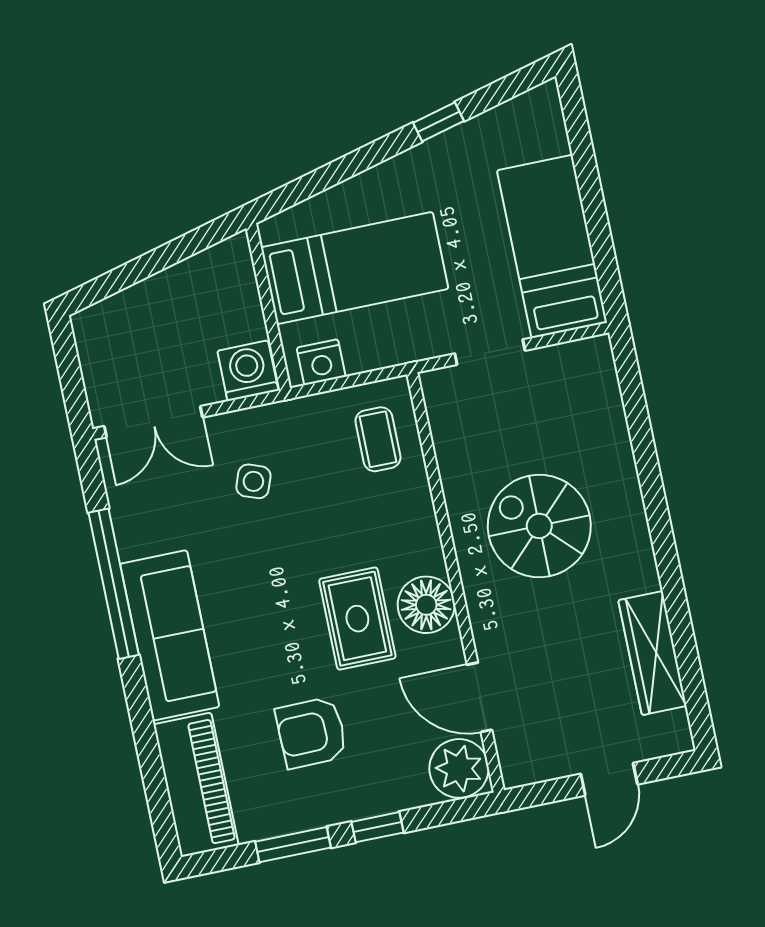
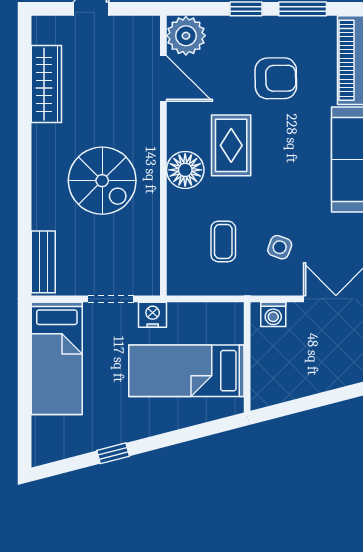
nightstand: (321, 362) -> (153, 315), moved
washing machine: (248, 371) -> (273, 314), width x0.73, depth x0.73
bench: (602, 386) -> (43, 262), added
coffee table: (378, 439) -> (223, 241), moved
floor lamp: (426, 605) -> (185, 170), moved

